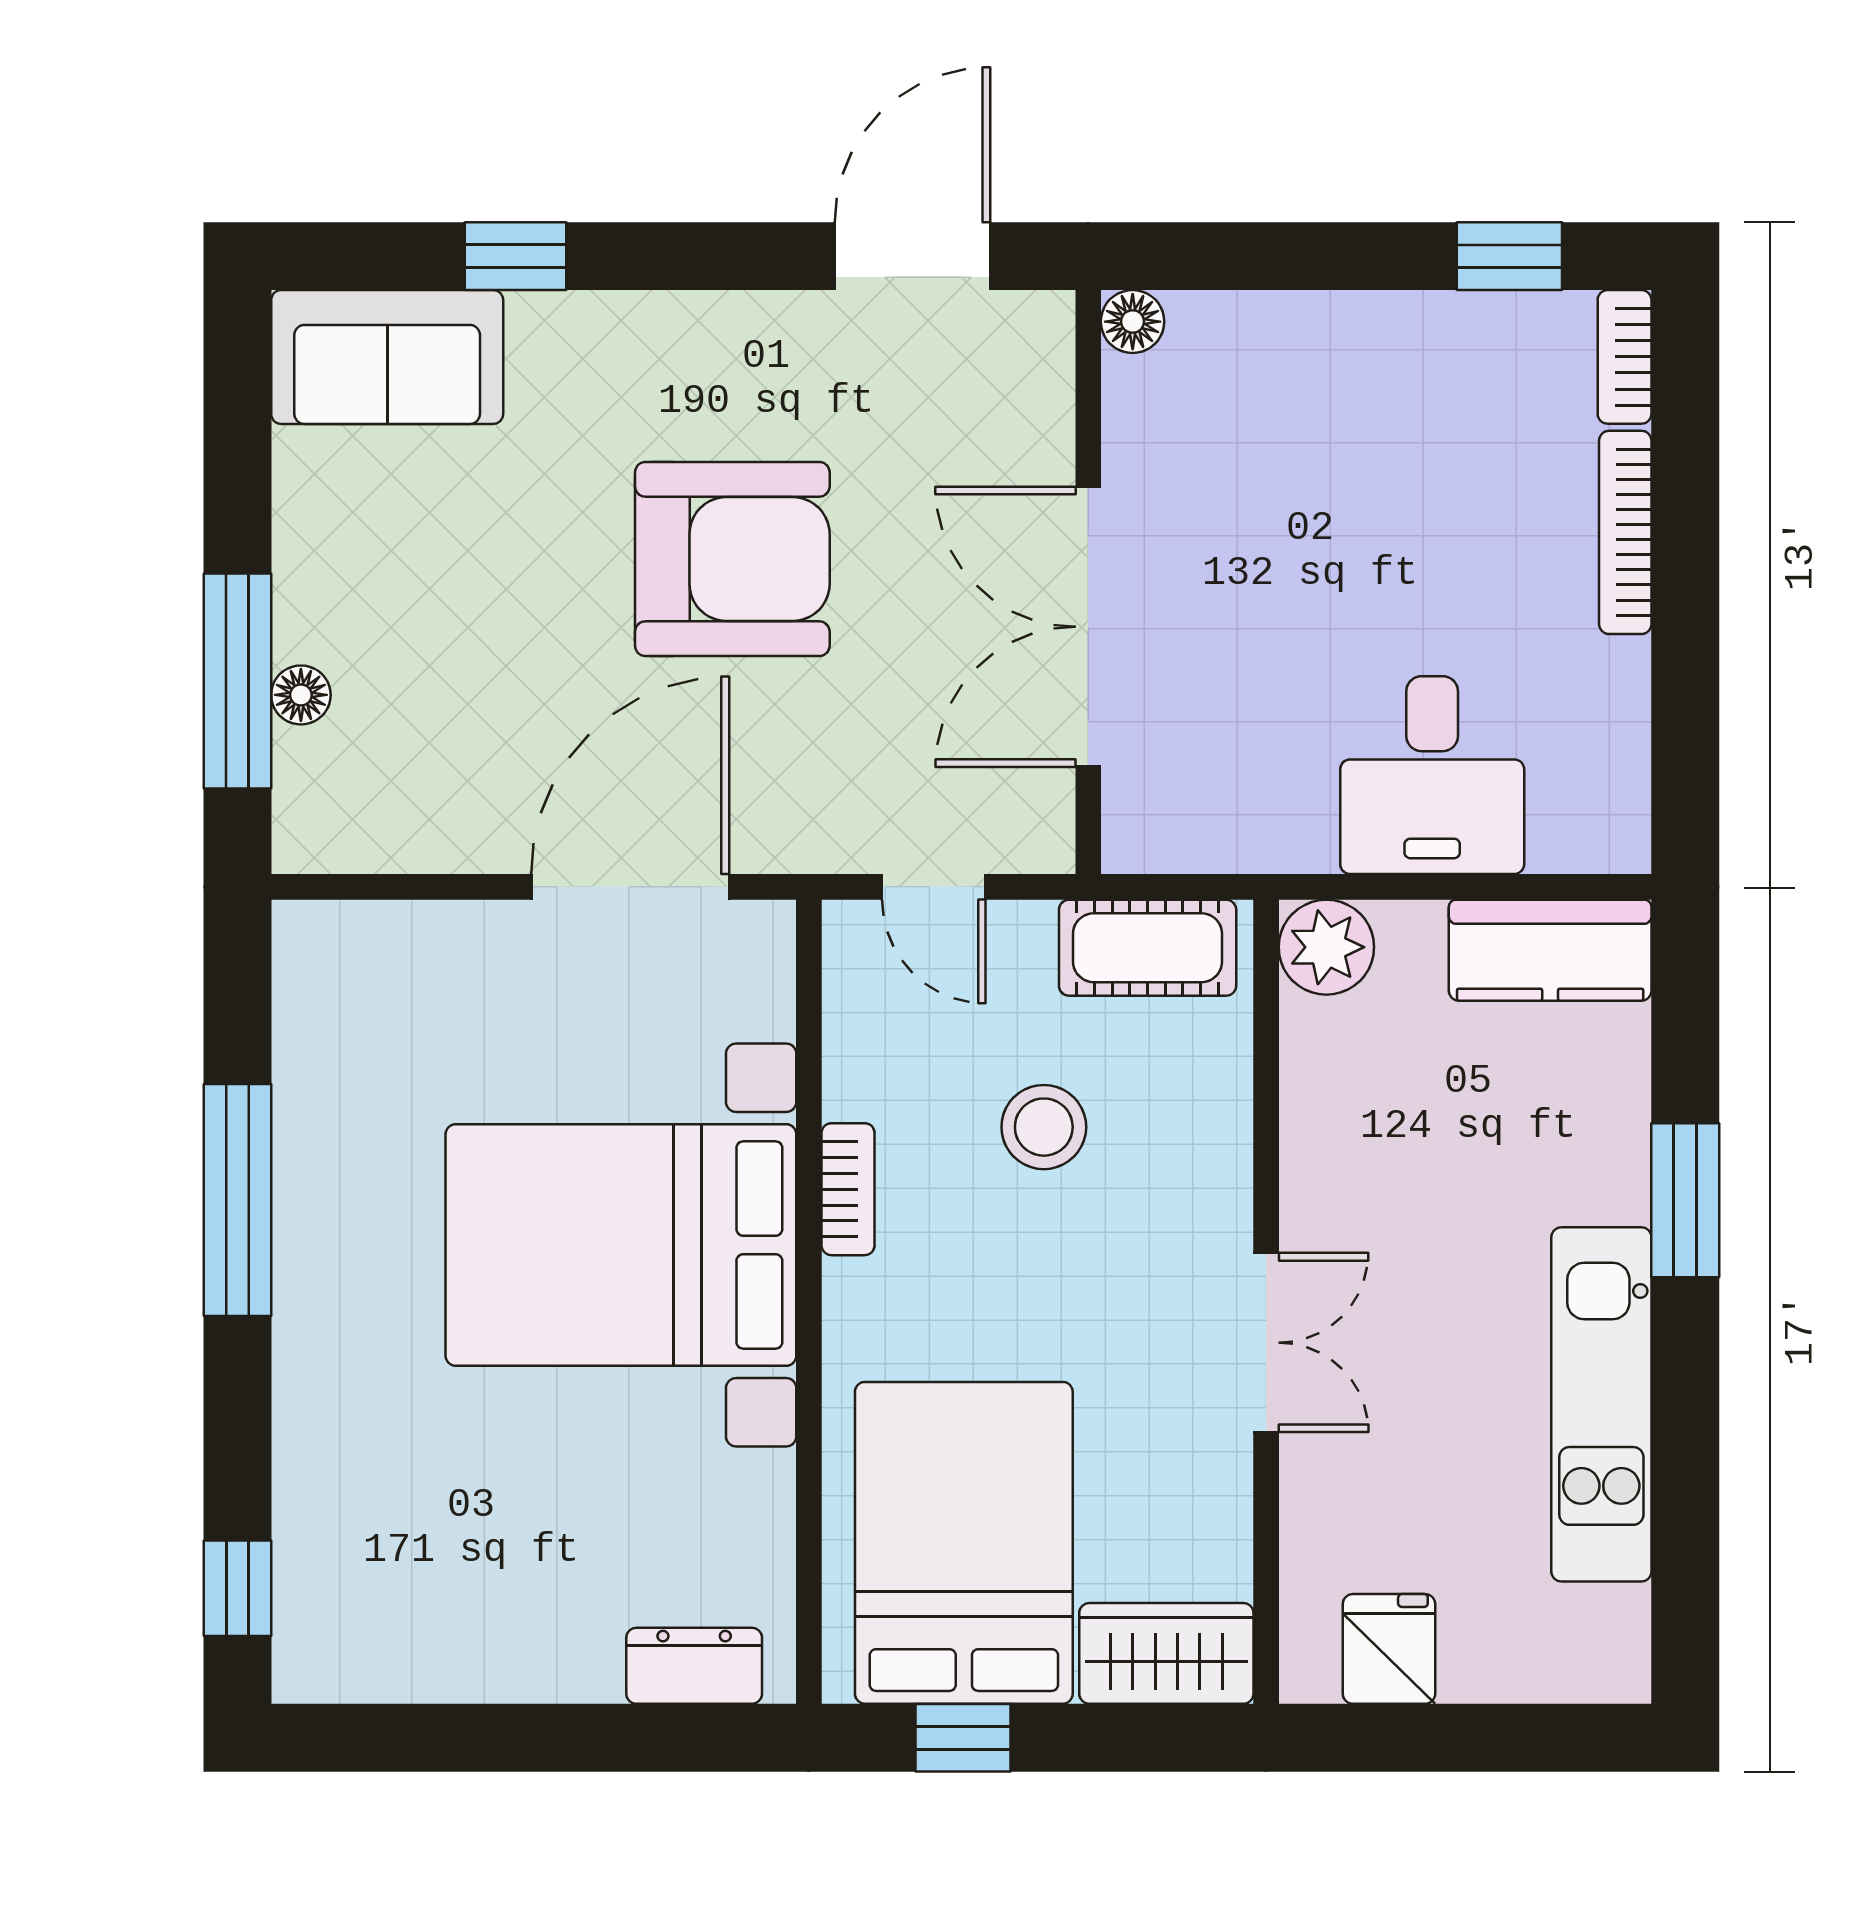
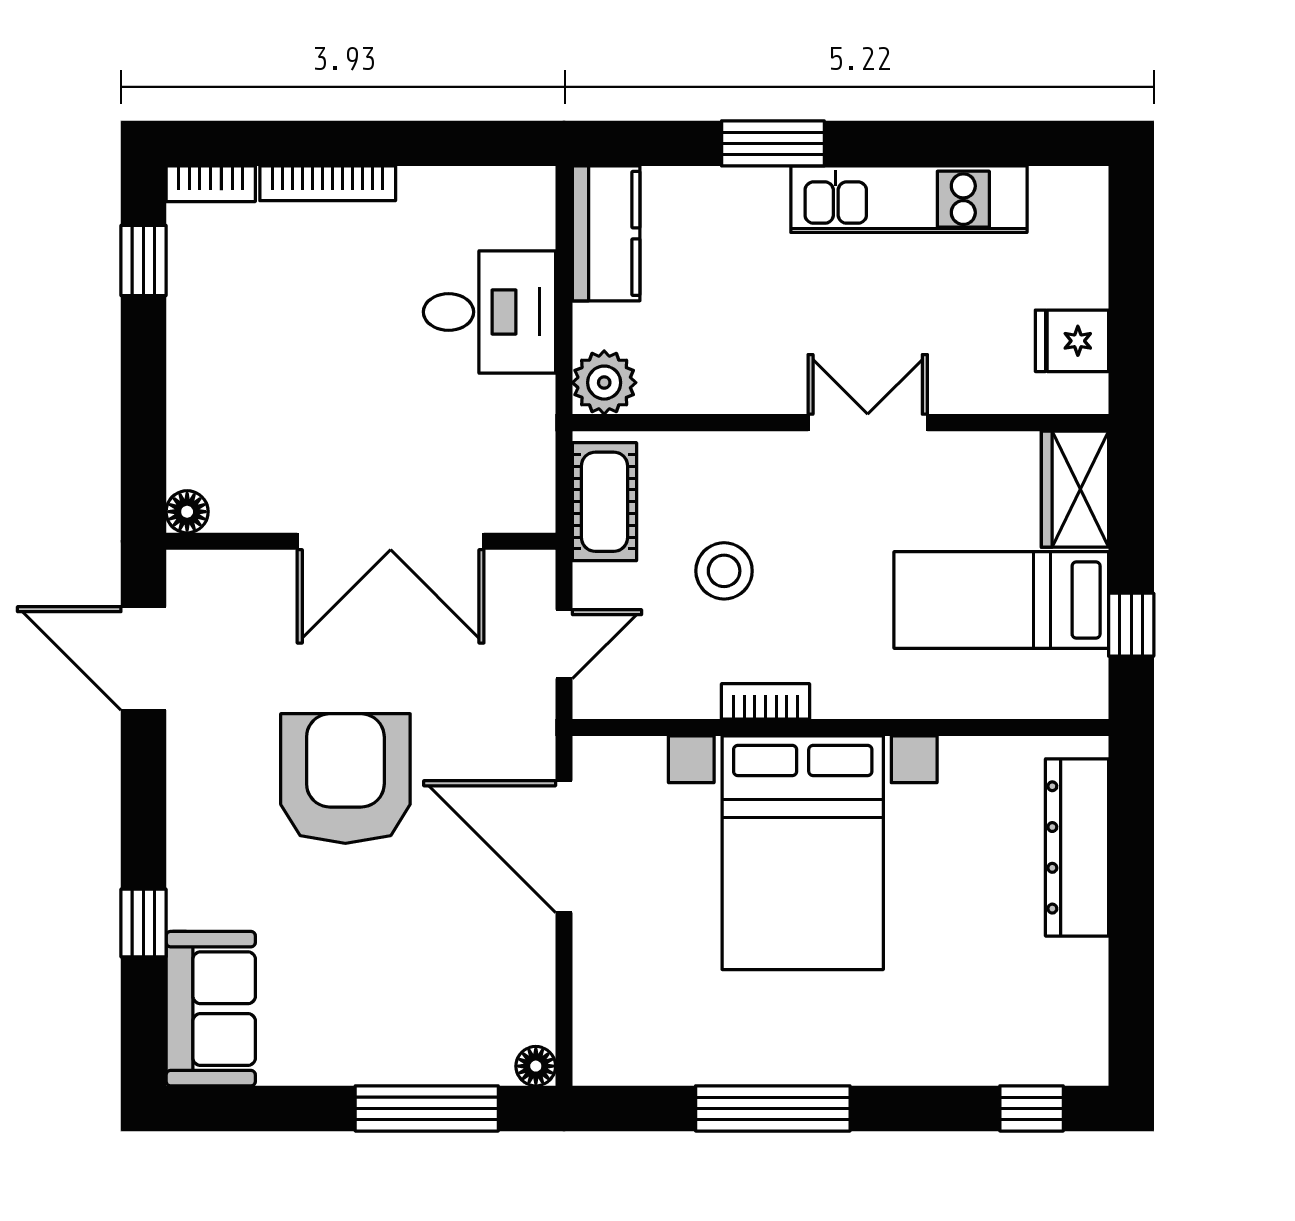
floor lamp: (301, 695) -> (536, 1066), moved
bed: (964, 1543) -> (1001, 600), width x0.67
dresser: (694, 1666) -> (1077, 847), width x1.96, depth x1.24

